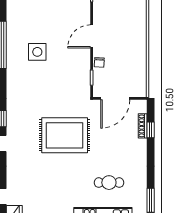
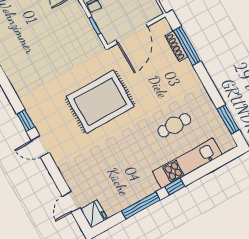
side table: (37, 52) -> (23, 30), removed
window: (151, 130) -> (187, 46), width x2.17

